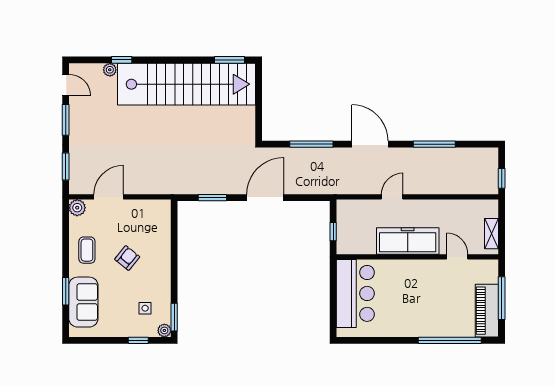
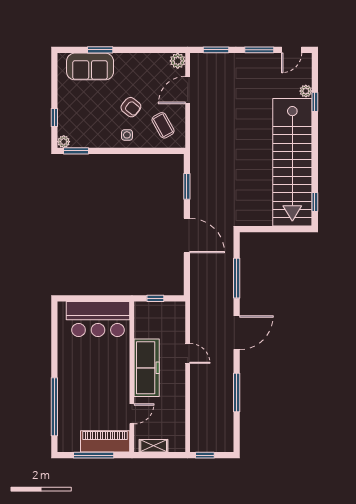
window: (229, 60) -> (315, 202), width x0.67
door: (109, 197) -> (188, 90), swing flipped
coffee table: (87, 250) -> (163, 125), moved, turned 61
side table: (145, 308) -> (127, 135), moved
piano: (487, 311) -> (105, 441), moved

